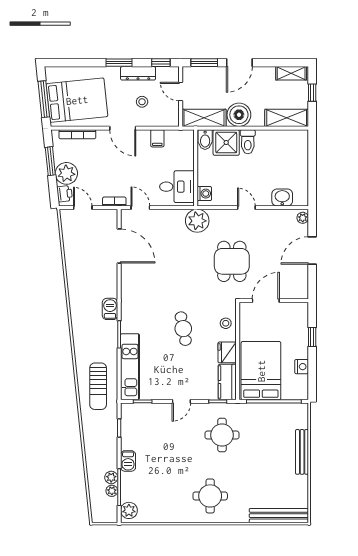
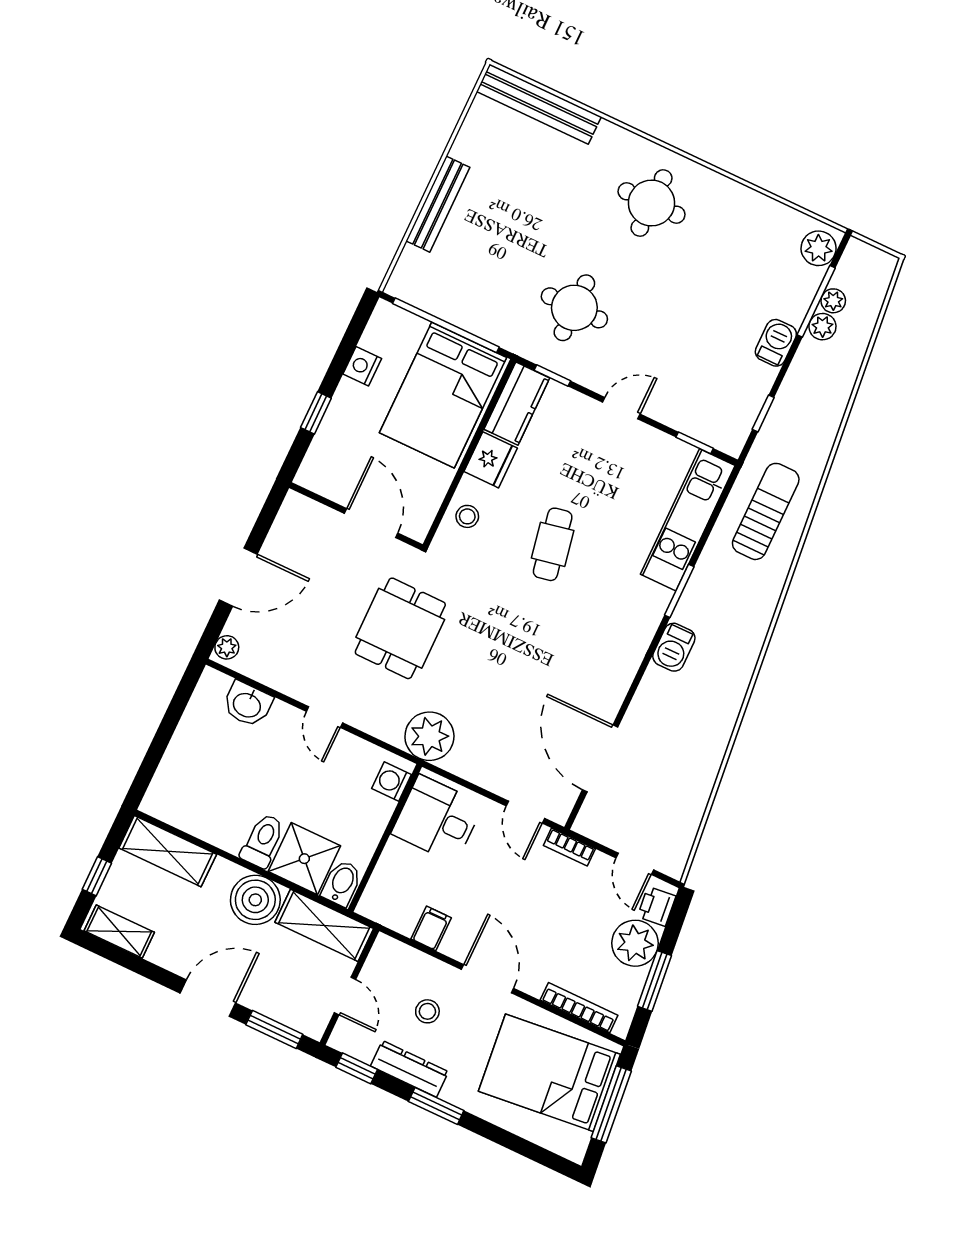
door: (266, 301) -> (371, 523), swing flipped

